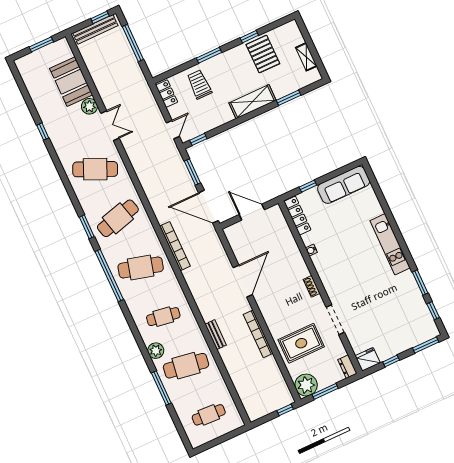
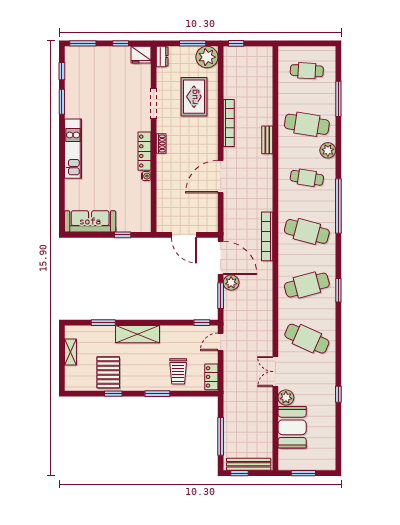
plant: (188, 188) -> (231, 283), added
locker: (297, 216) -> (144, 151), moved
window: (109, 275) -> (338, 206), moved
rug: (301, 343) -> (194, 97), turned 90
window: (161, 388) -> (338, 99), moved

